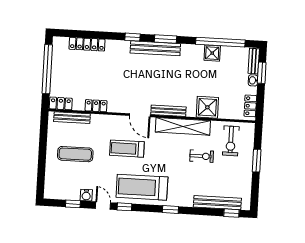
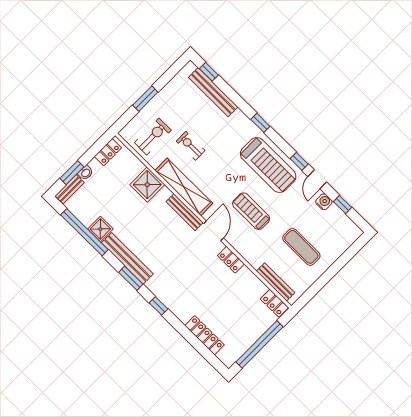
bench: (155, 48) -> (127, 258), moved
locker: (96, 106) -> (231, 260), moved
treadmill: (127, 149) -> (251, 211), turned 180

